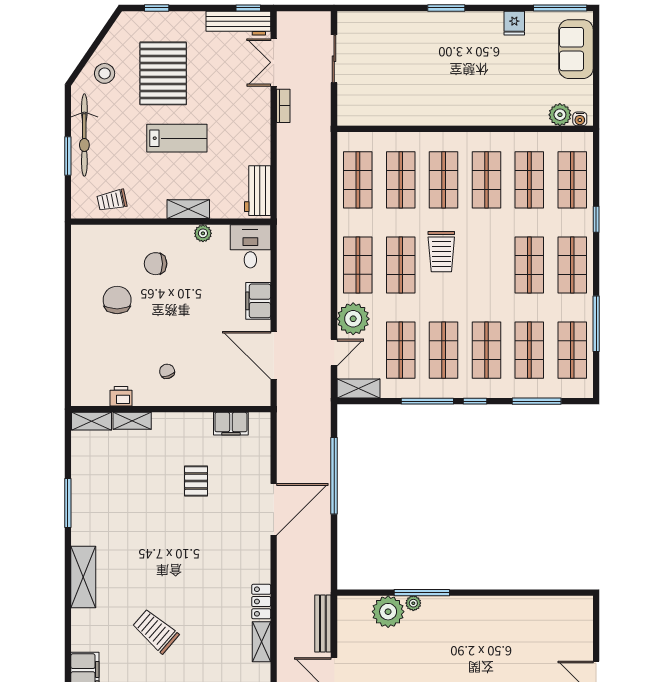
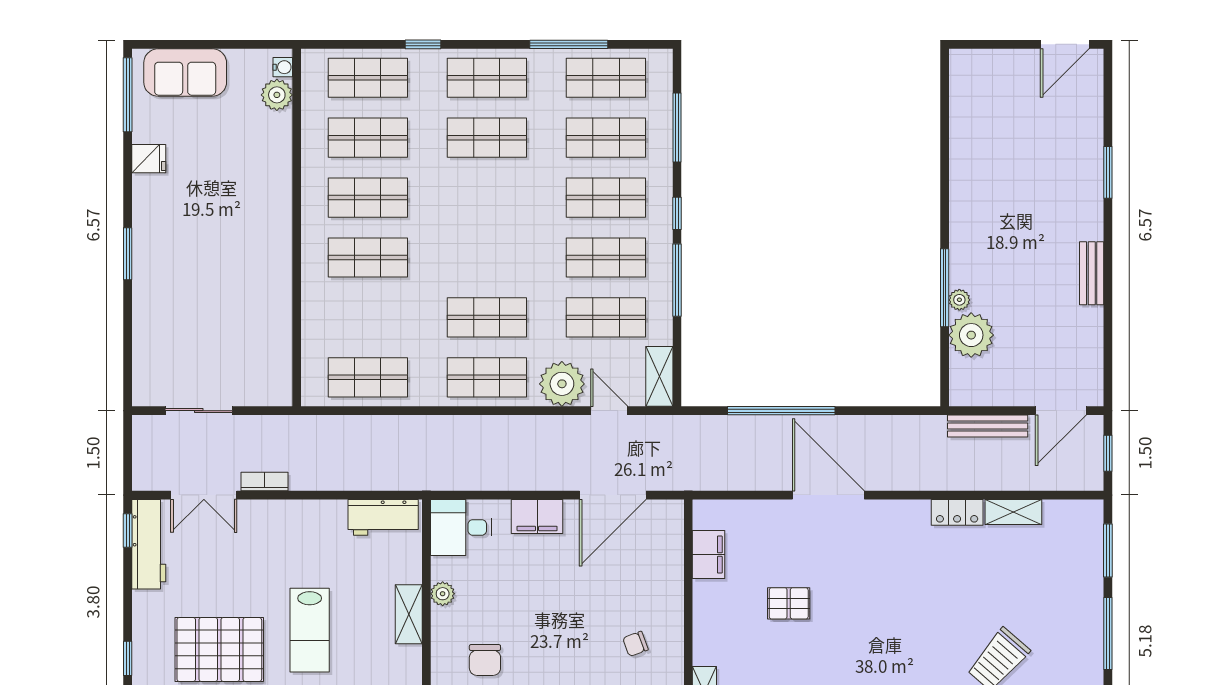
lab bench: (177, 138) -> (310, 630), turned 180
shop shelf: (401, 180) -> (368, 317), removed
trolley: (441, 252) -> (468, 261), removed

